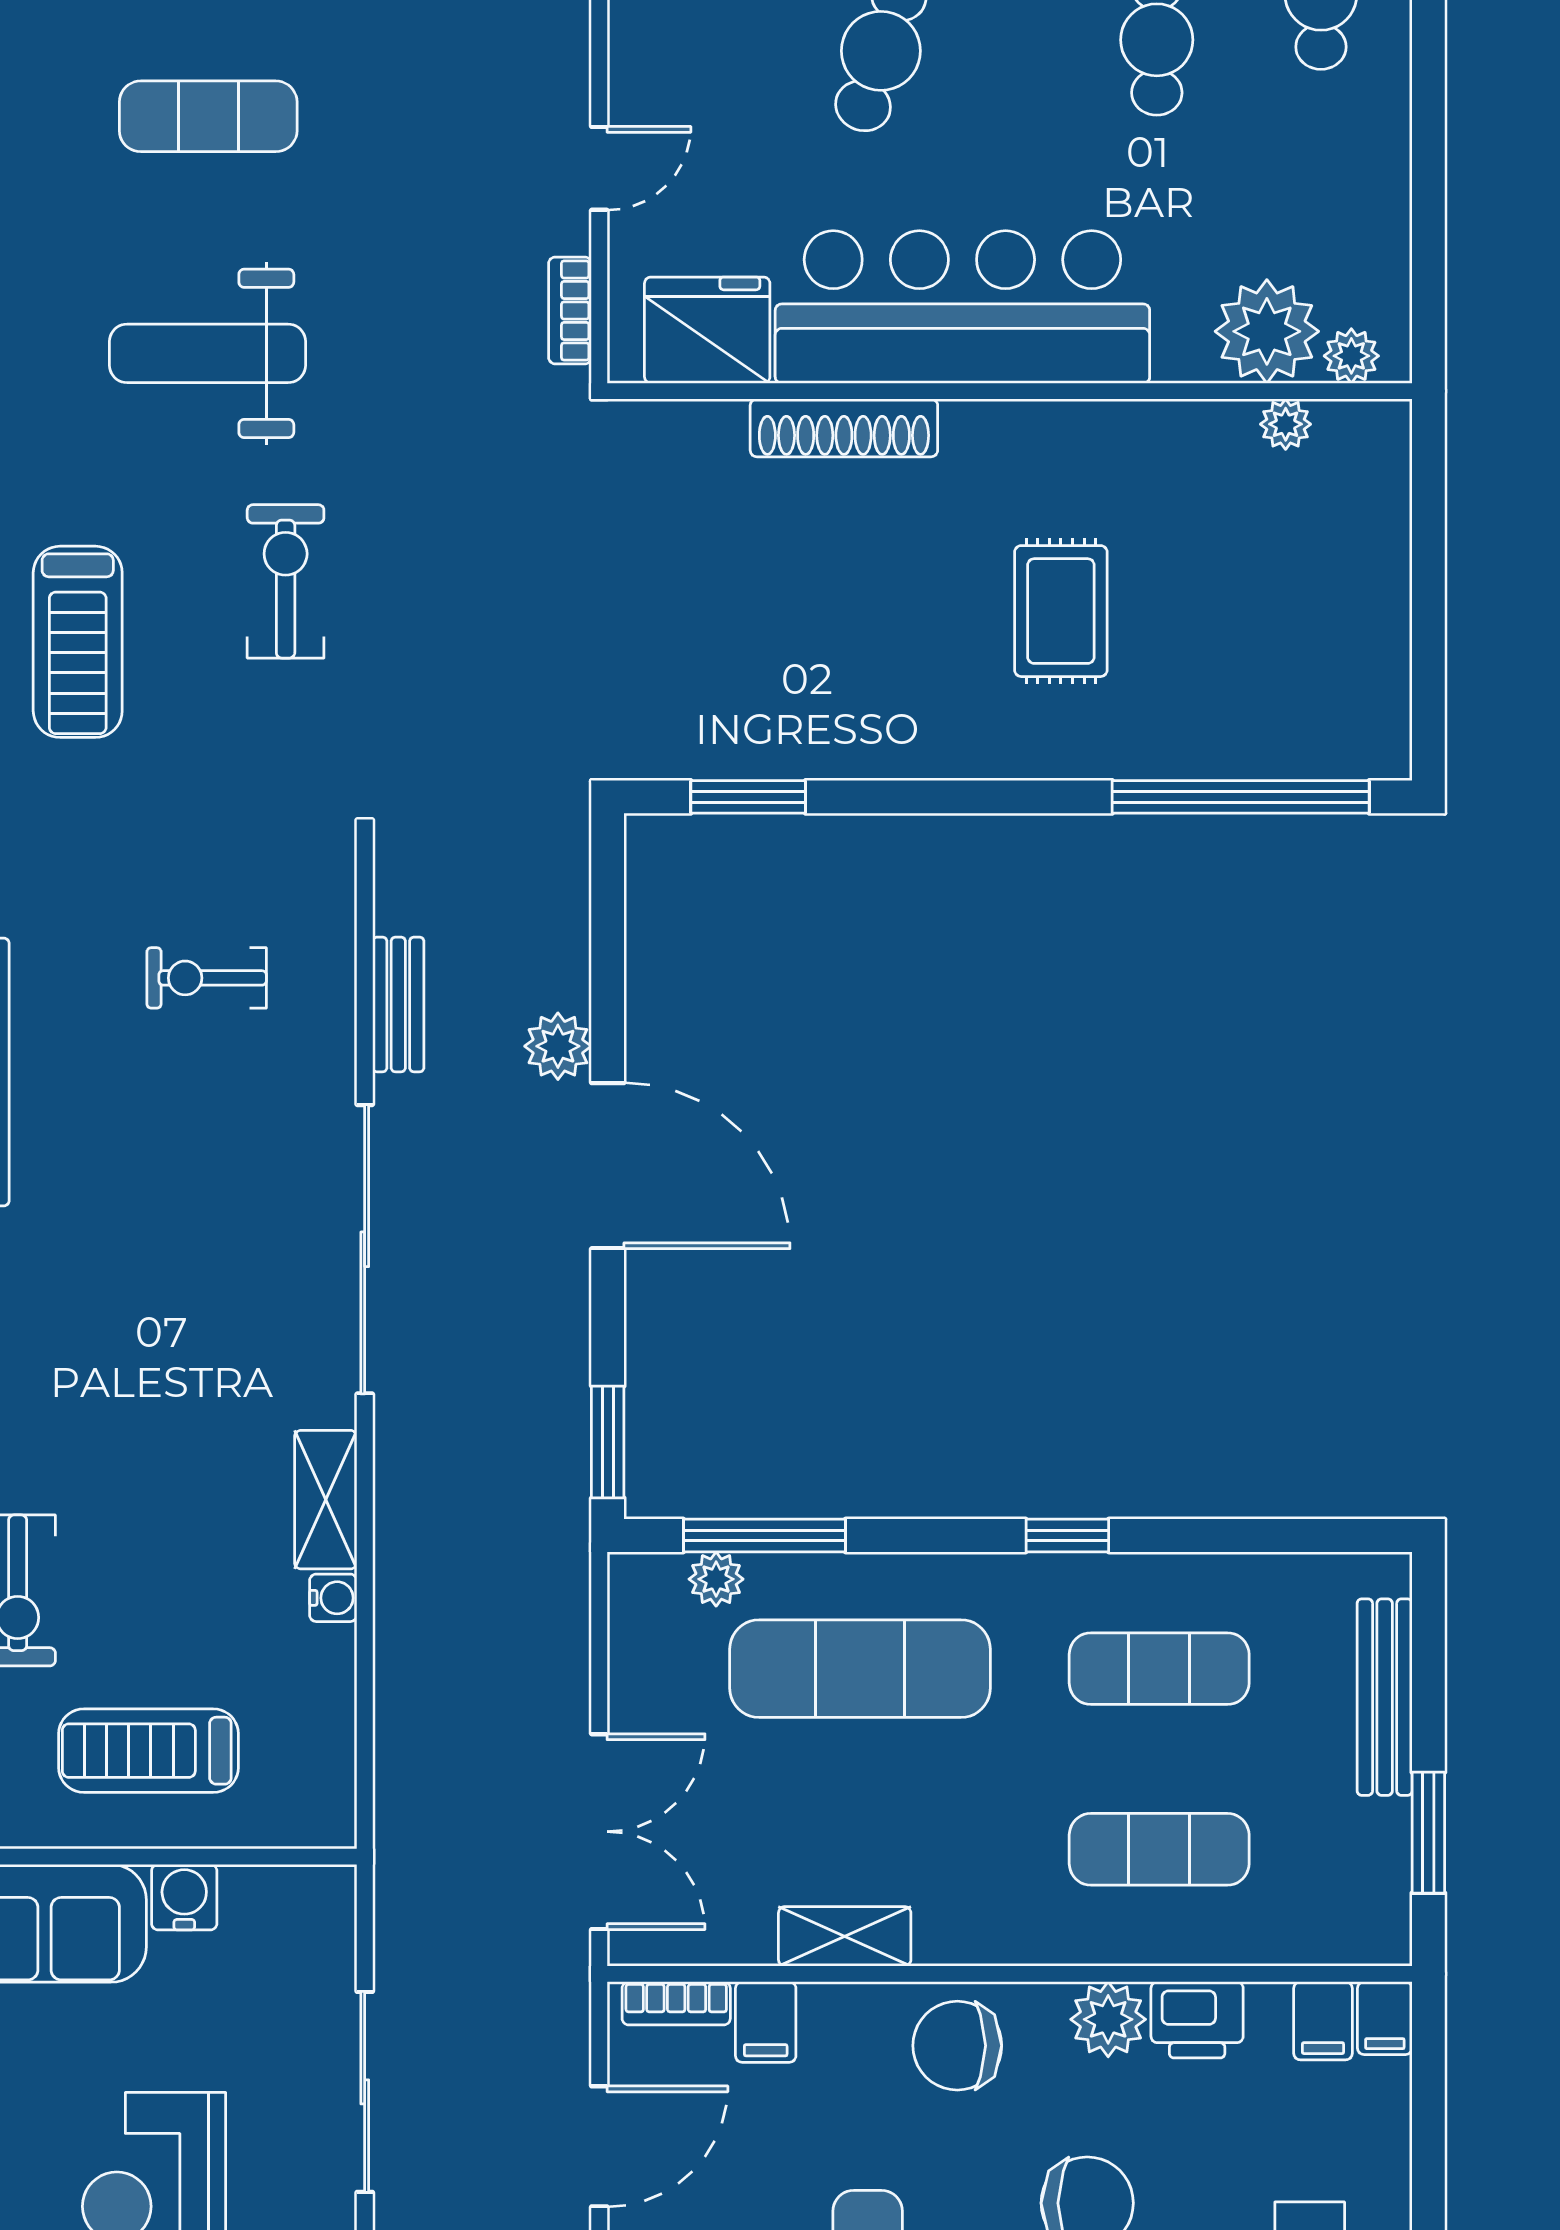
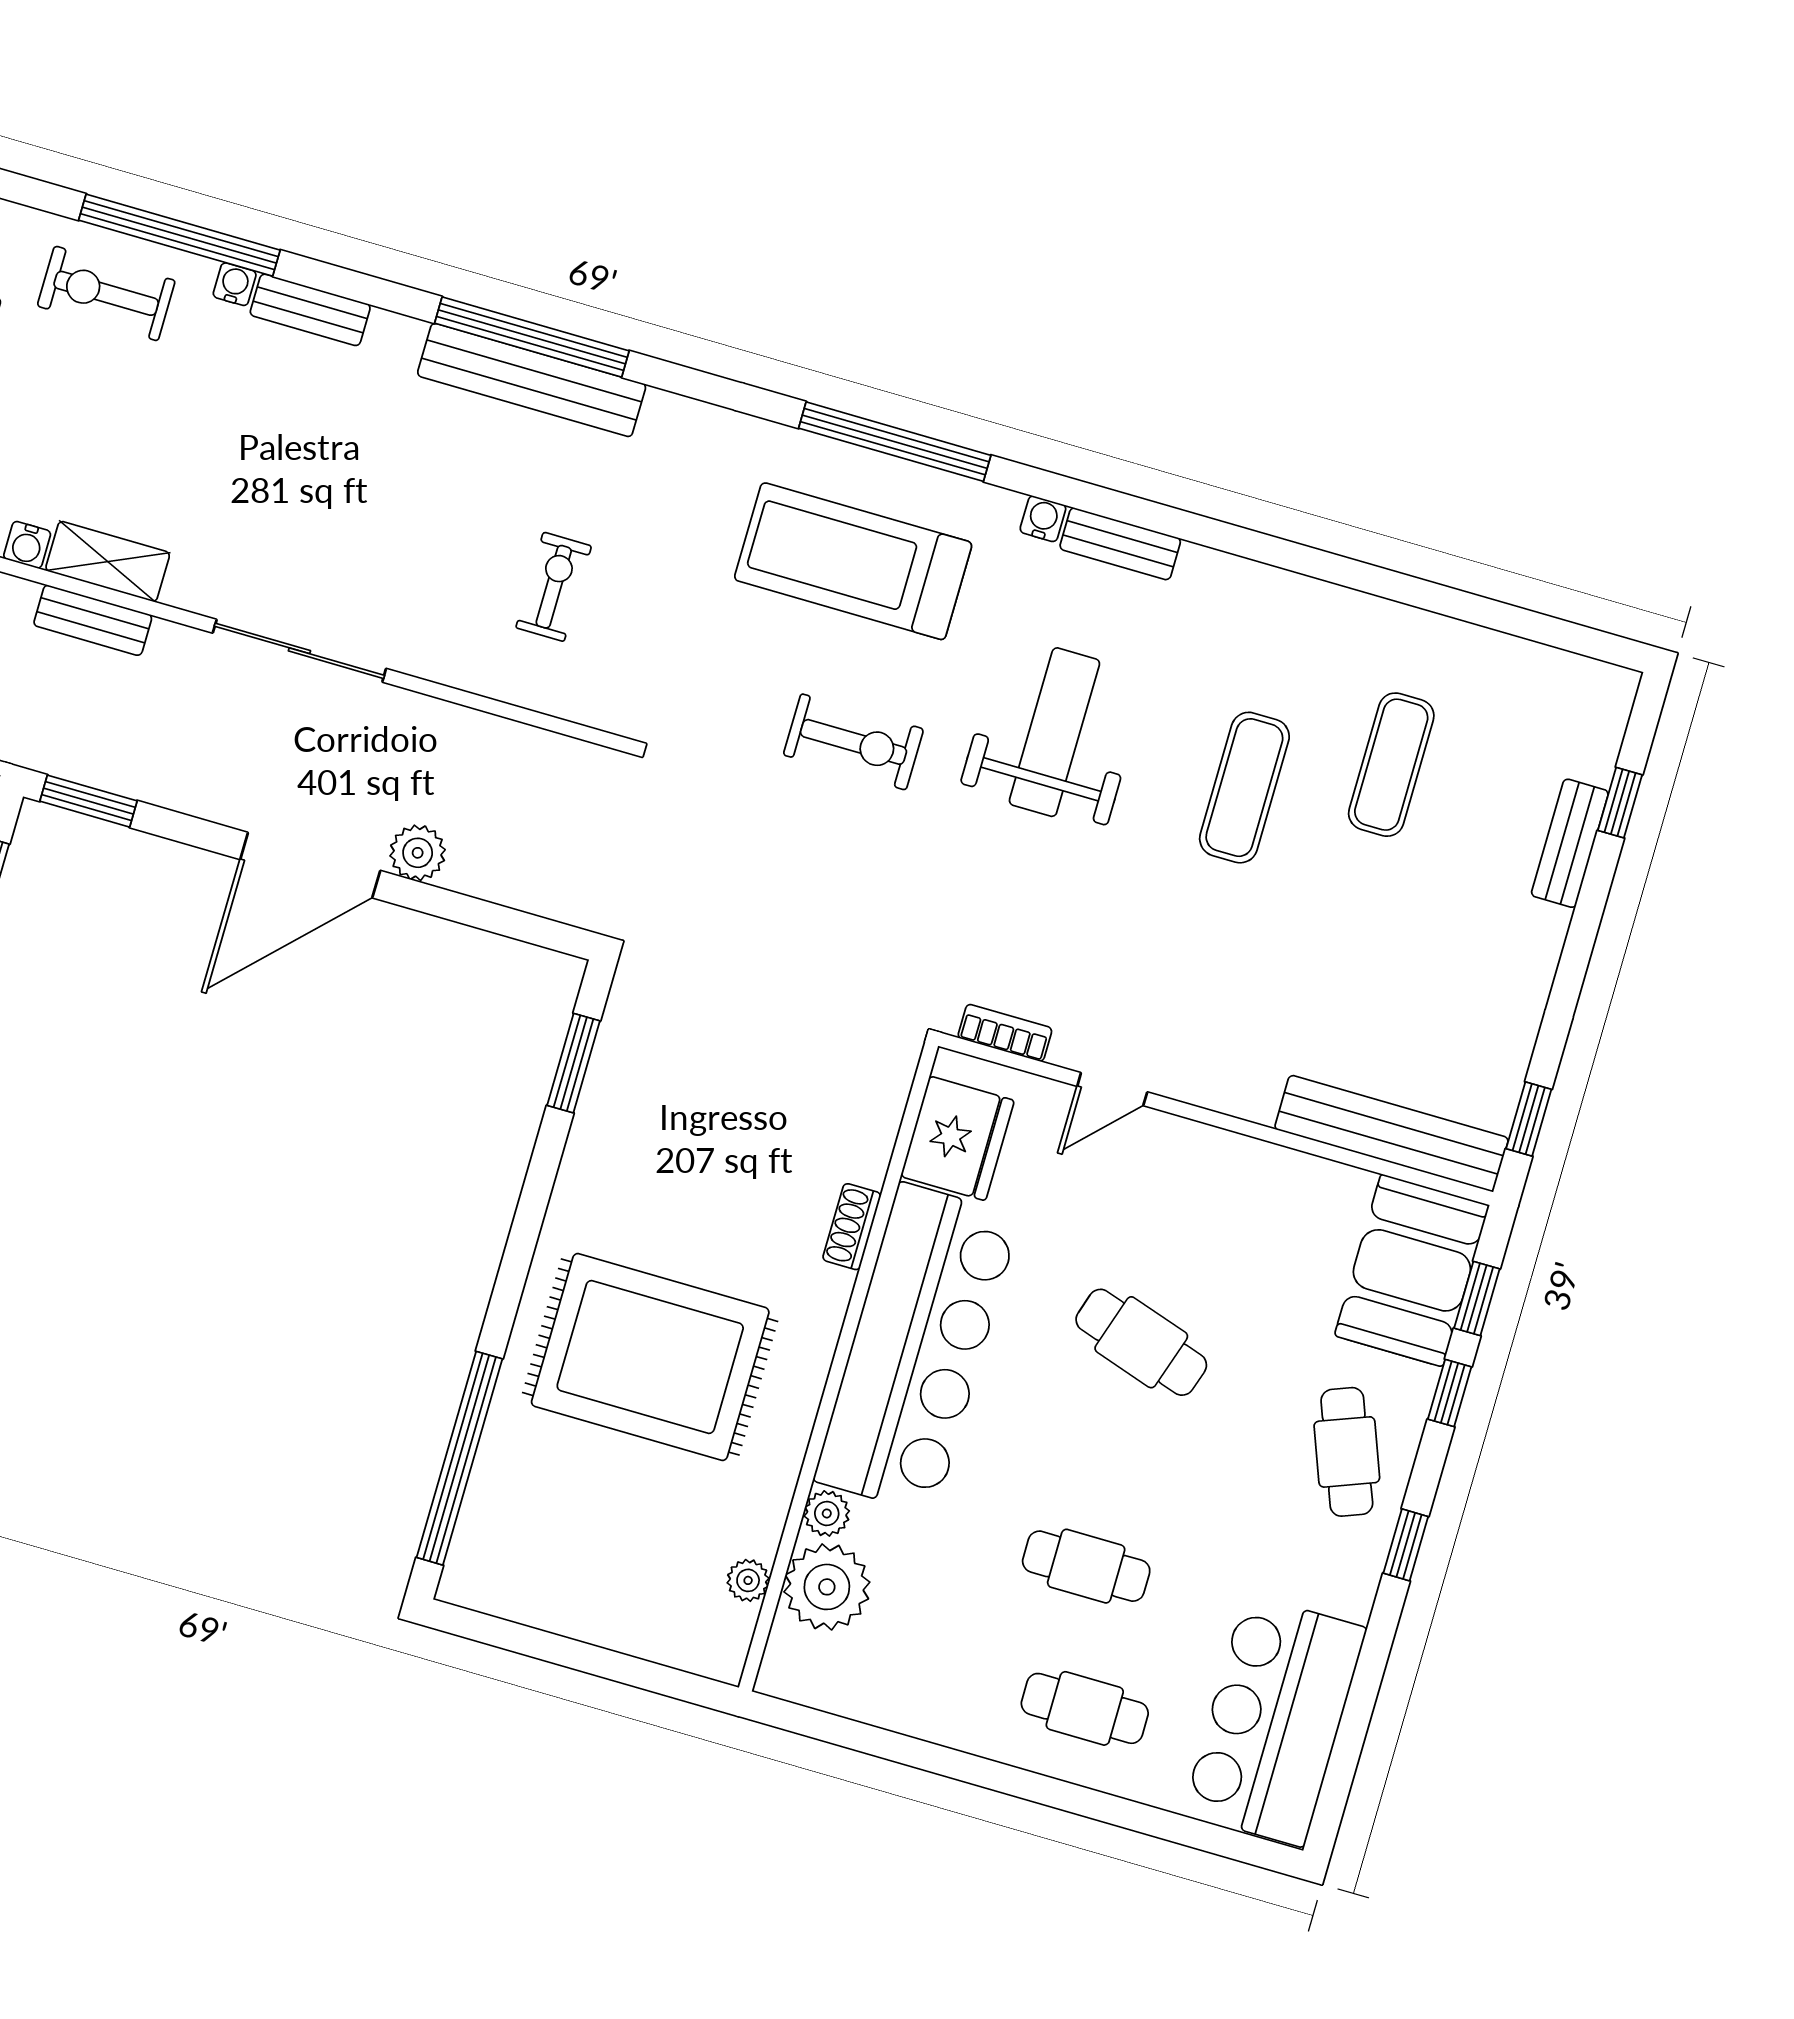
door: (599, 168) -> (1112, 1089), hinge flipped
plant: (1351, 356) -> (827, 1513), moved
shoe rack: (844, 428) -> (852, 1227), width x0.51, depth x0.81
rug: (1061, 611) -> (650, 1357), width x1.86, depth x2.06
treadmill: (78, 642) -> (853, 561), width x1.37, depth x1.38
bench: (398, 1004) -> (93, 620), moved
sliding door: (365, 1249) -> (299, 651), width x0.73

